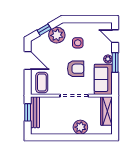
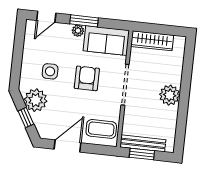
plant: (80, 127) -> (170, 95), moved

